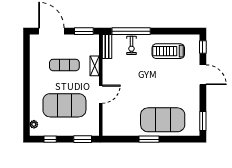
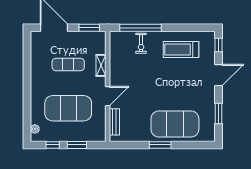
bench: (107, 47) -> (114, 122), moved
door: (203, 75) -> (218, 75), hinge flipped
window: (203, 121) -> (218, 114), moved
window: (83, 139) -> (77, 145), moved

